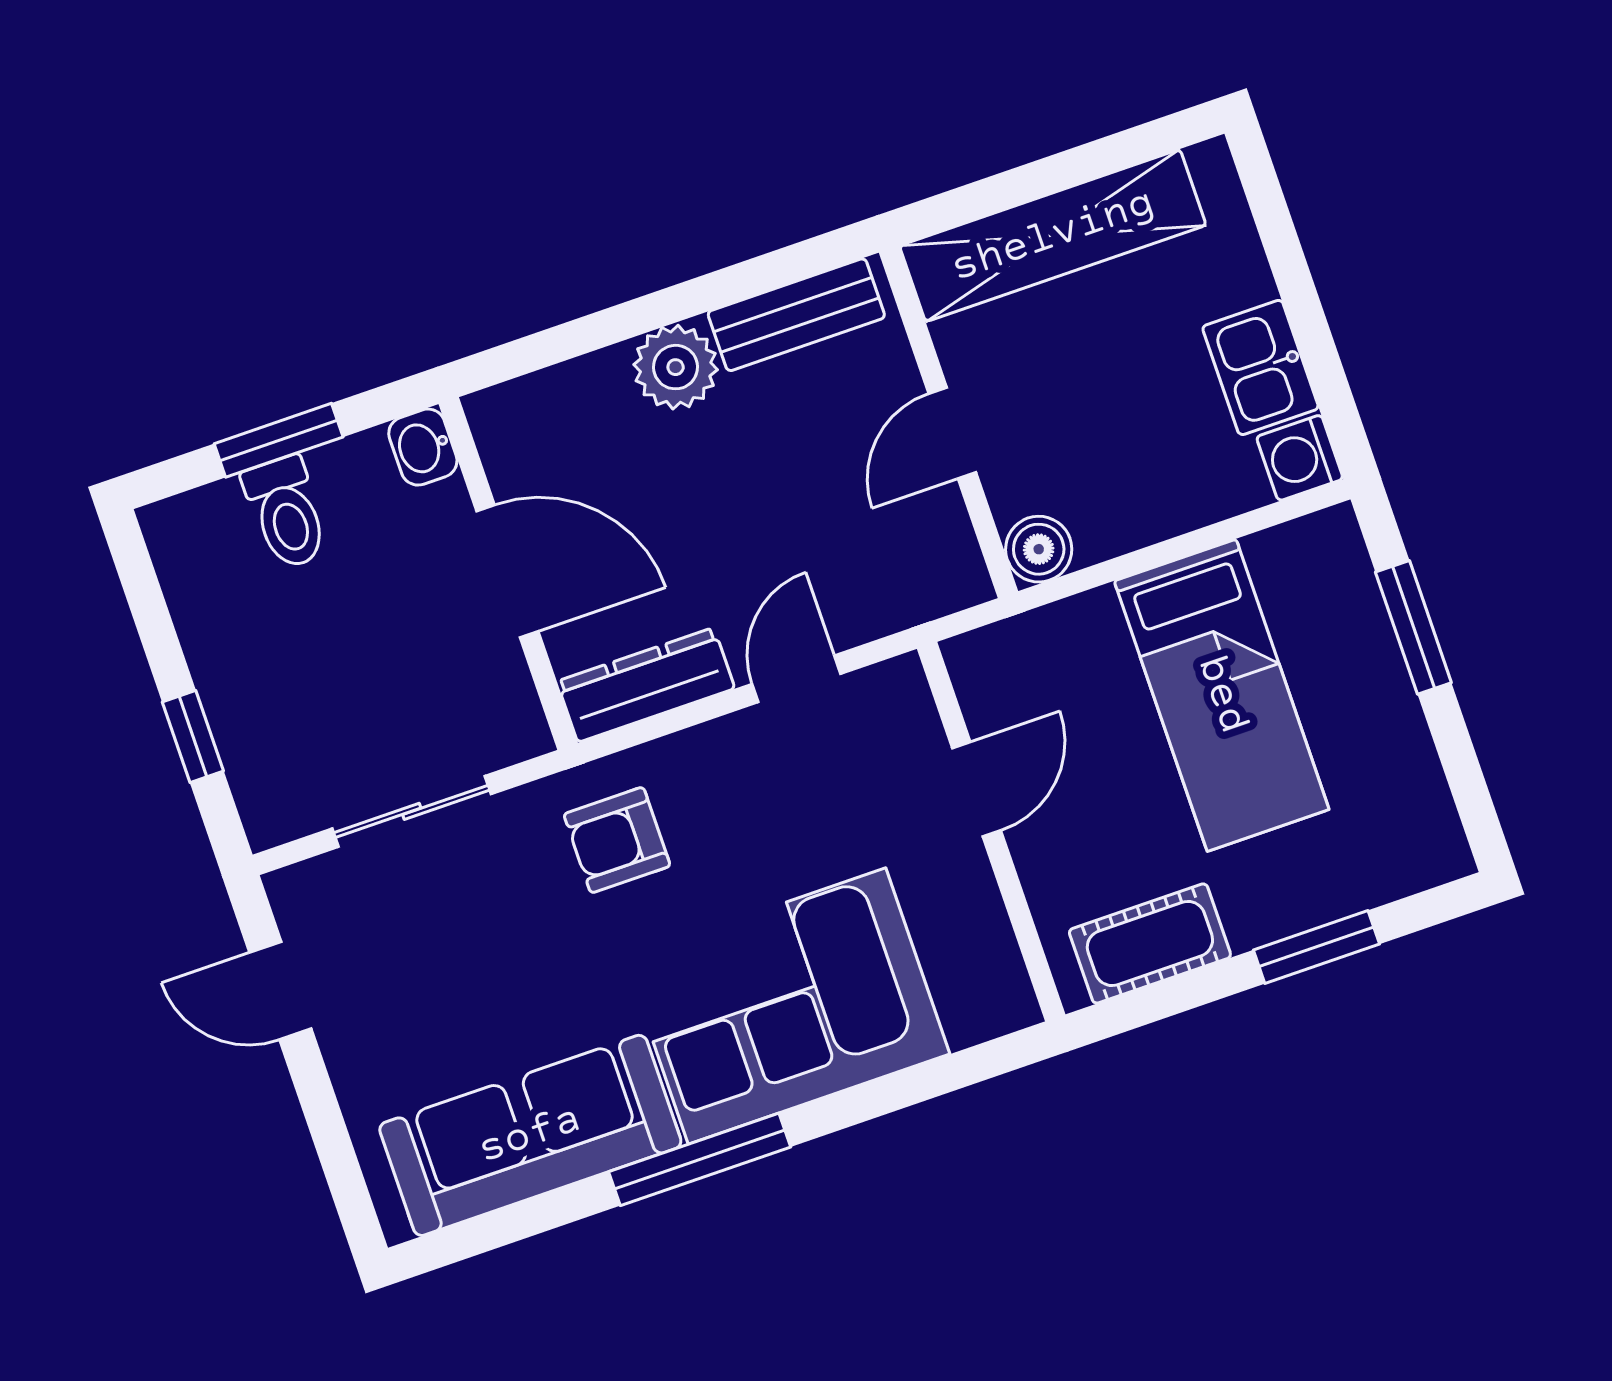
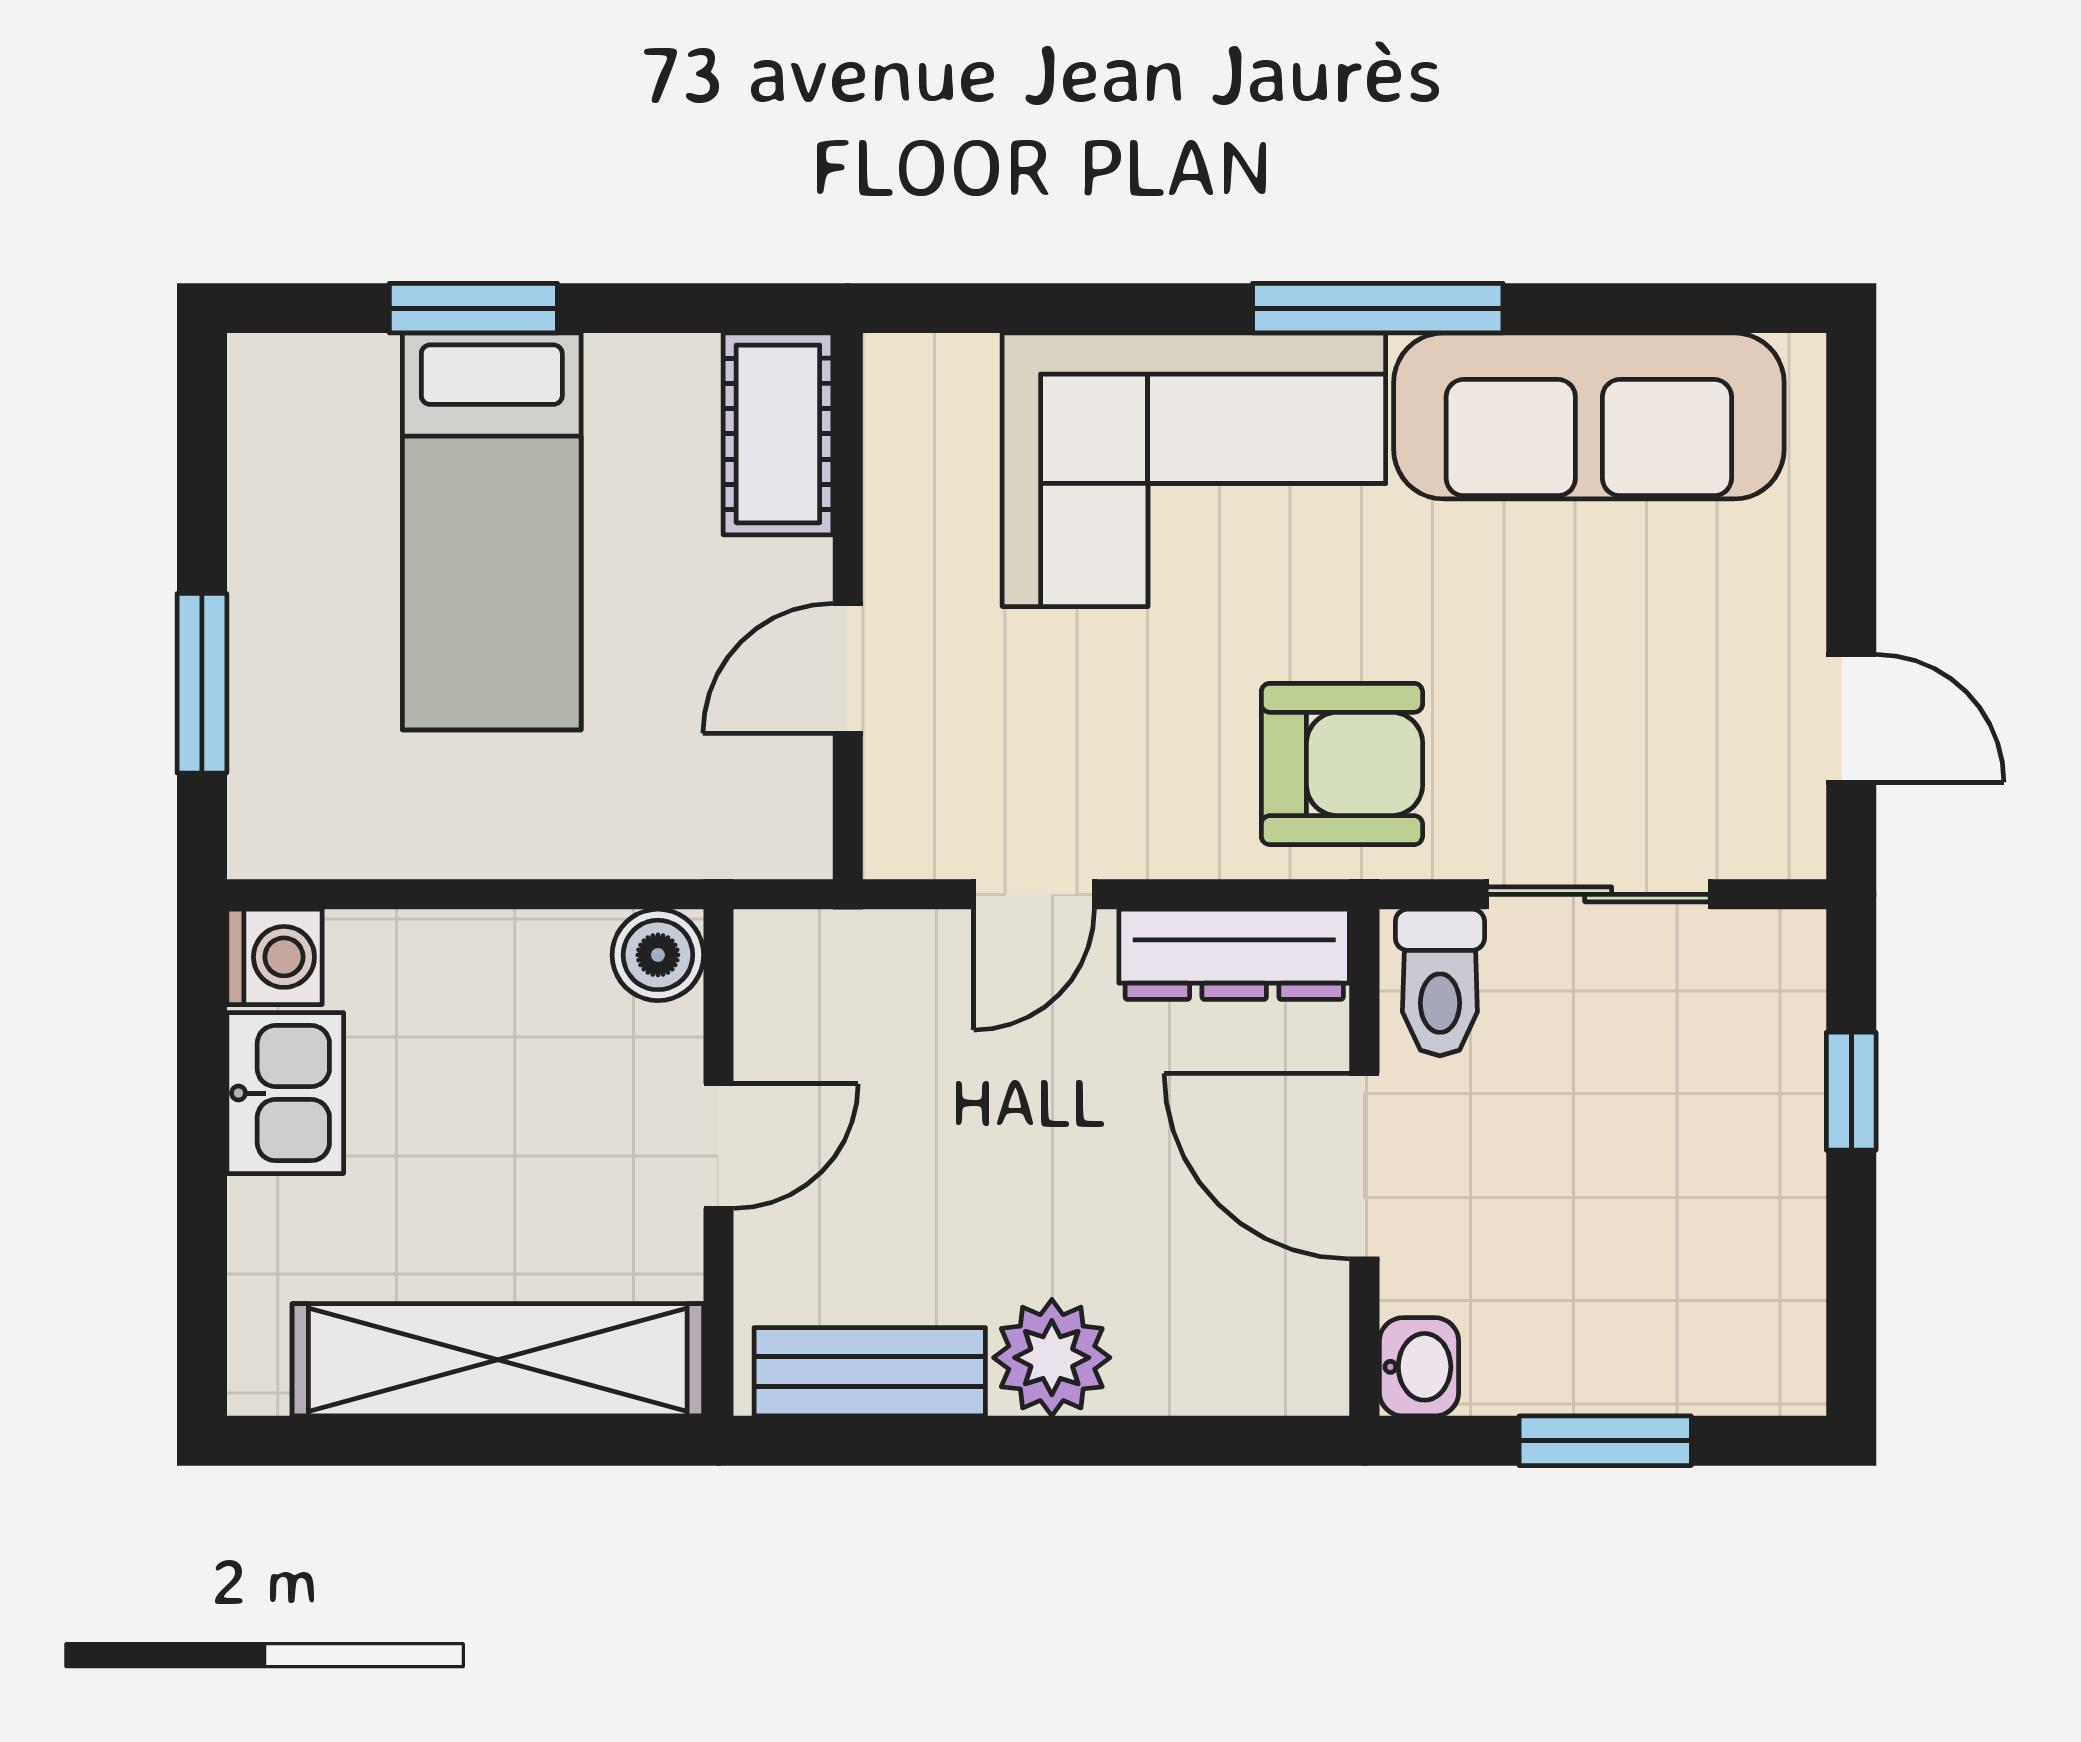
toilet: (286, 513) -> (1440, 983), moved, turned 180
bed: (1222, 695) -> (492, 531), moved, turned 180
armchair: (617, 840) -> (1342, 764), width x1.38, depth x1.38
cot: (1150, 943) -> (778, 434), moved, turned 90

